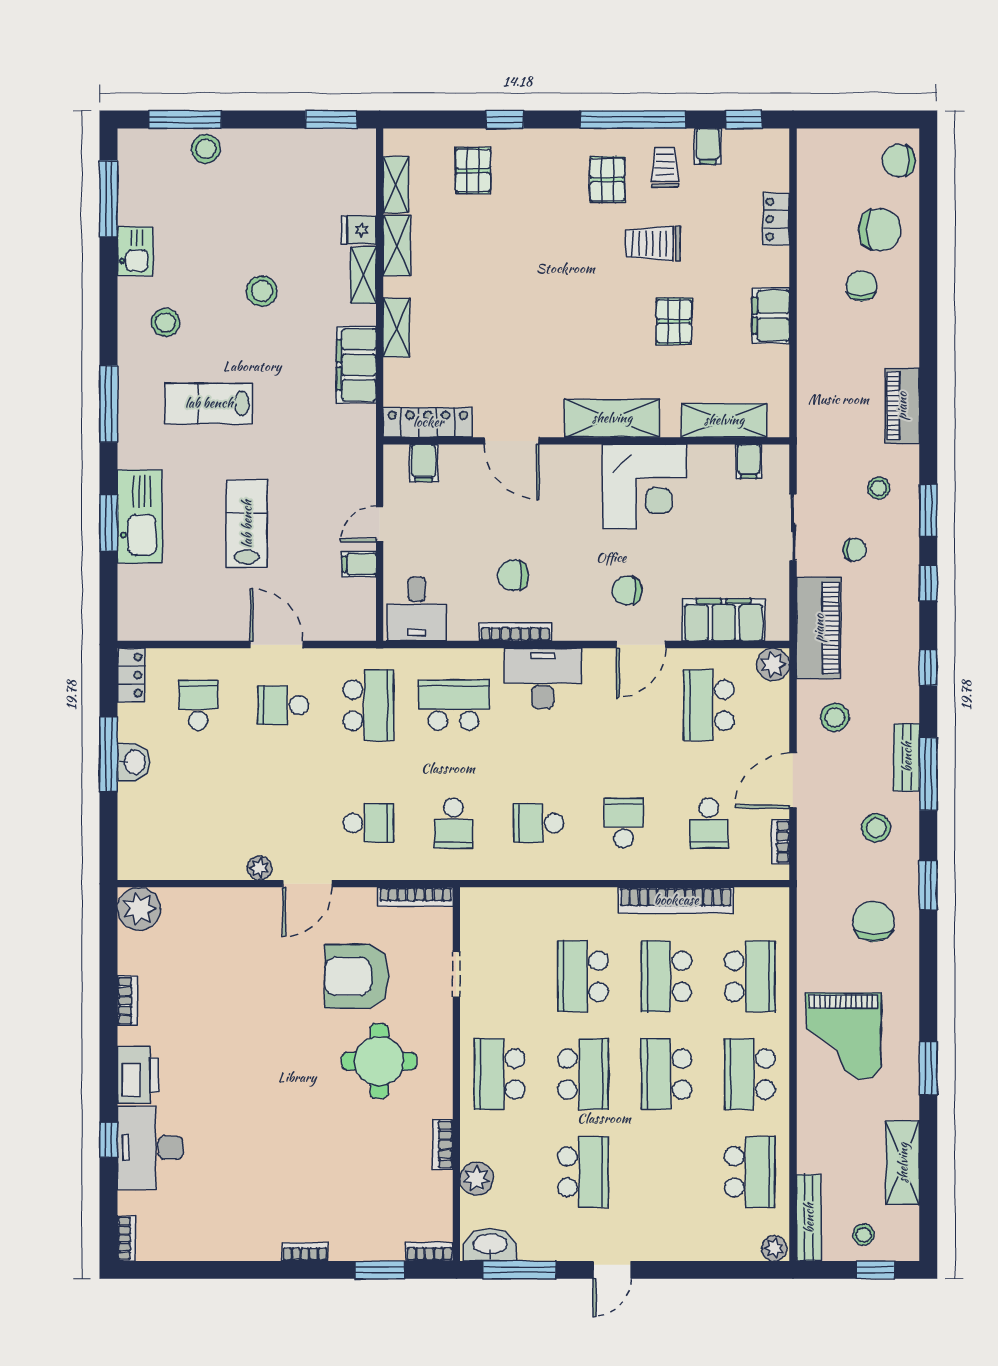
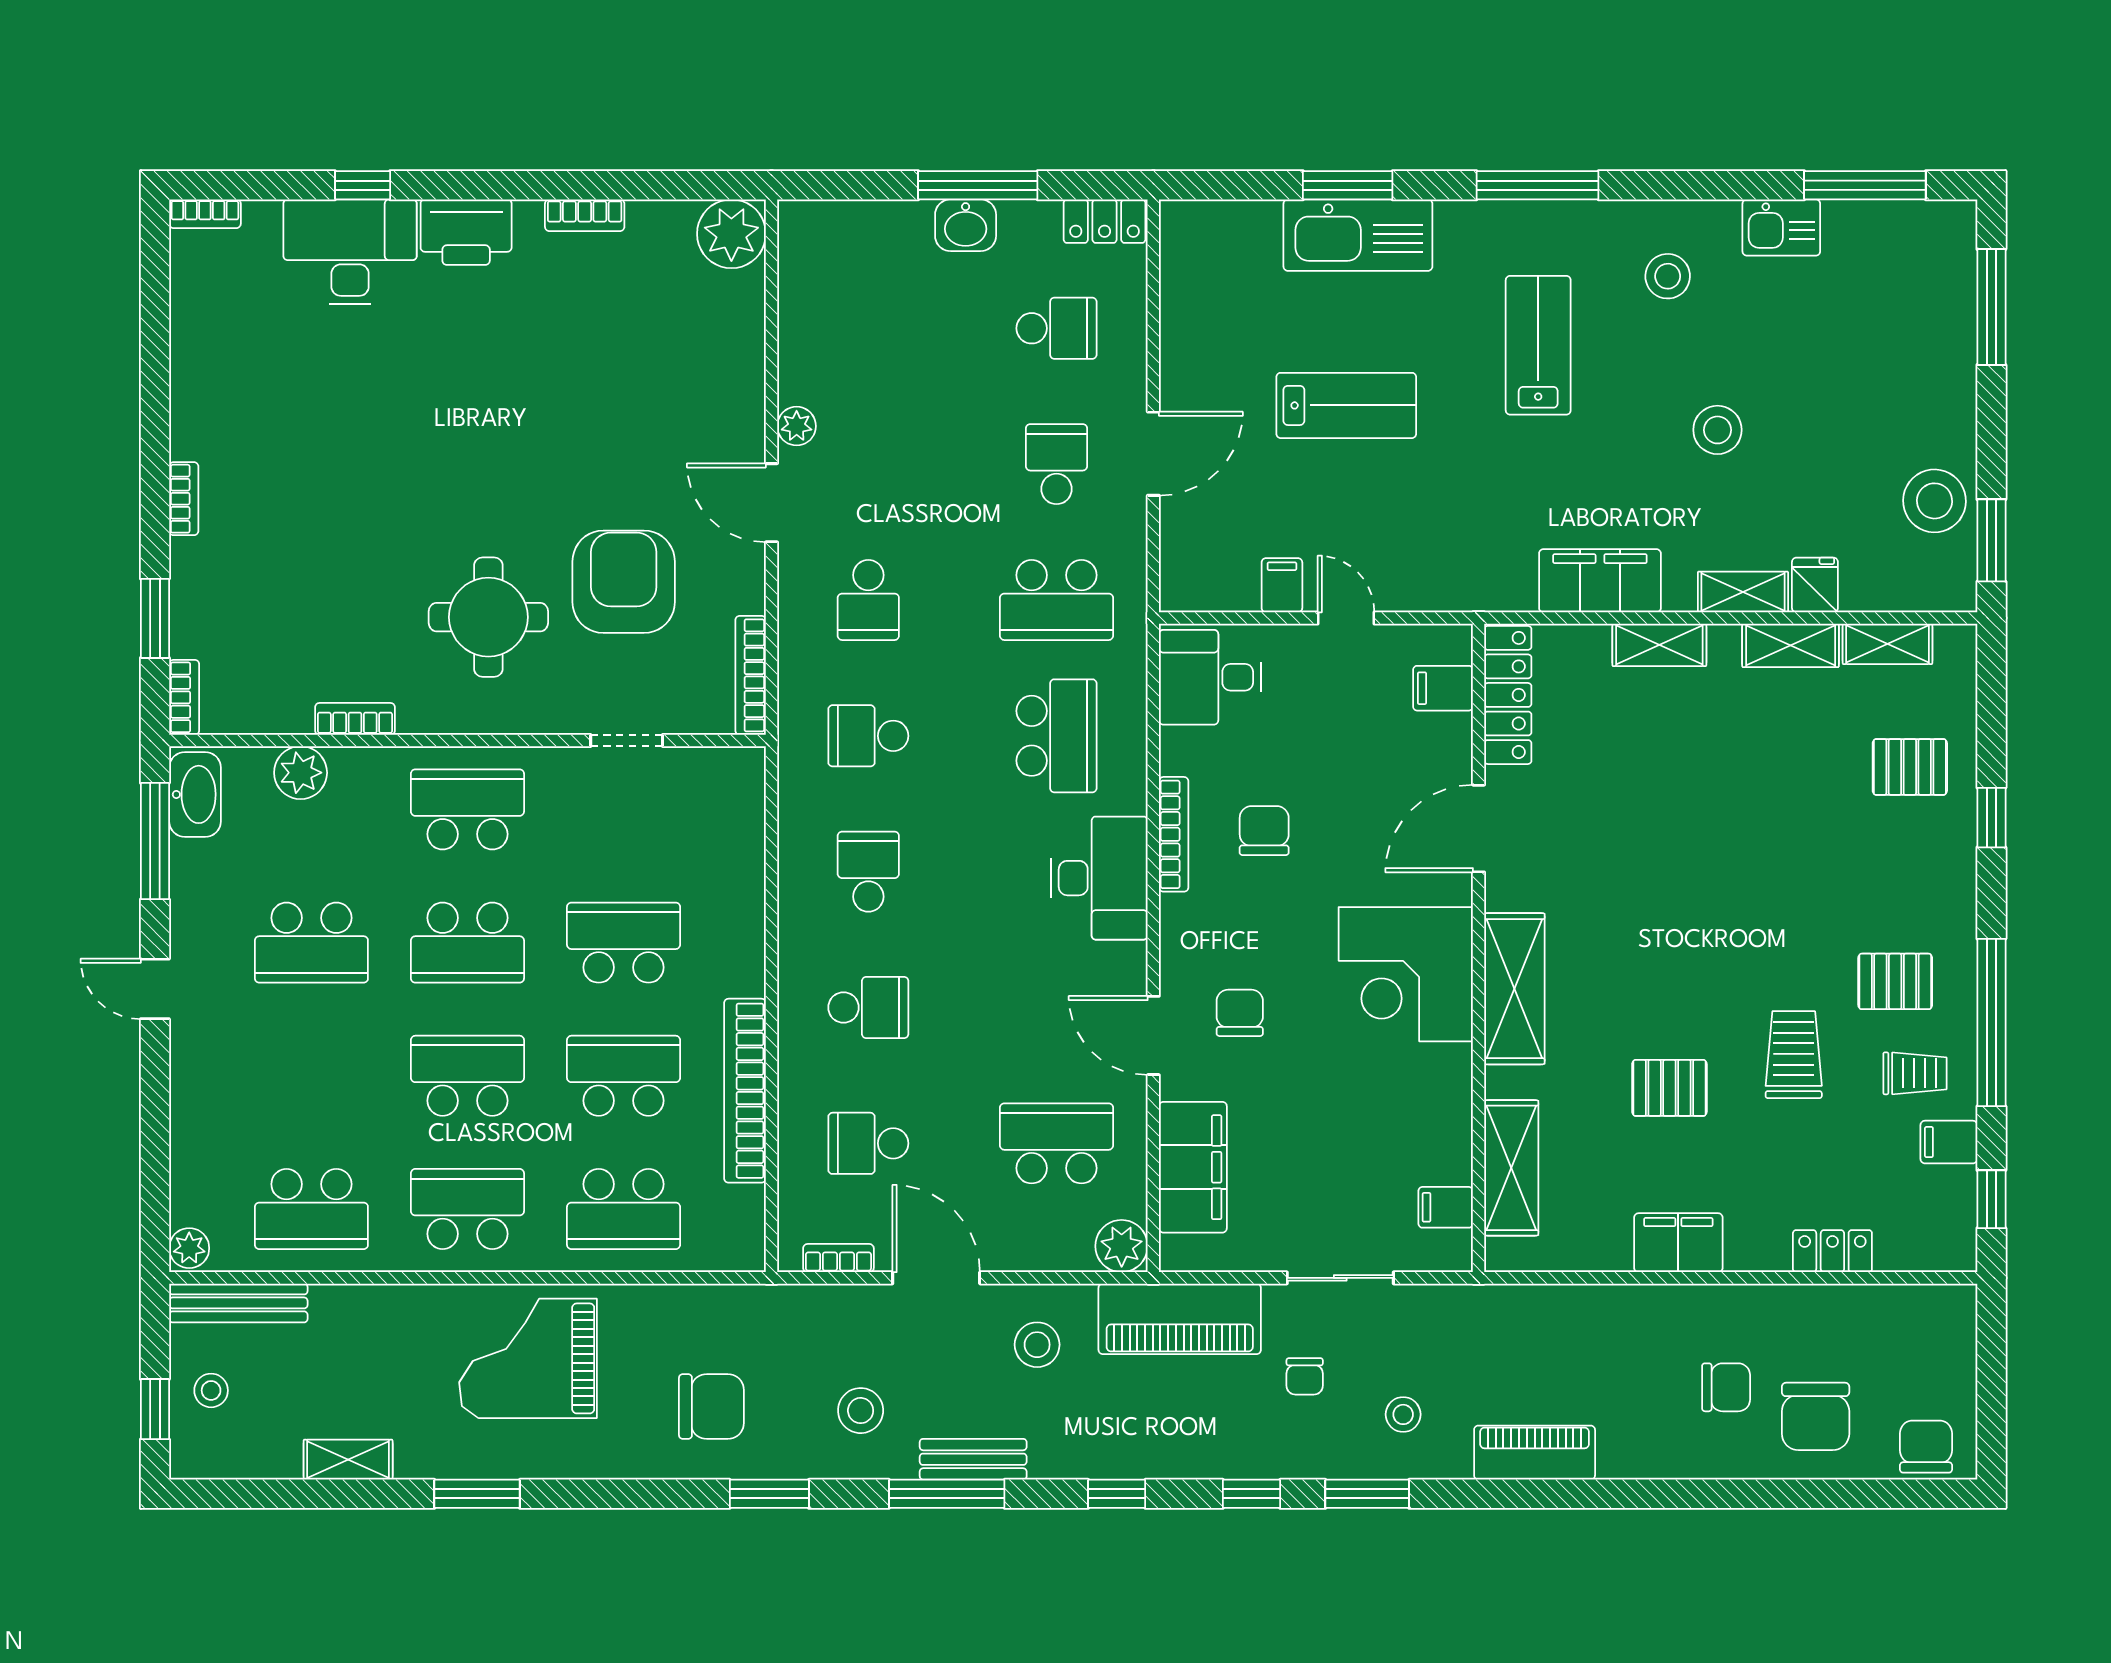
stool: (206, 149) -> (1935, 501), moved, width x1.38, depth x1.38
corner desk: (645, 486) -> (1406, 974), moved
shelving: (903, 1163) -> (348, 1460), width x0.67, depth x0.75

